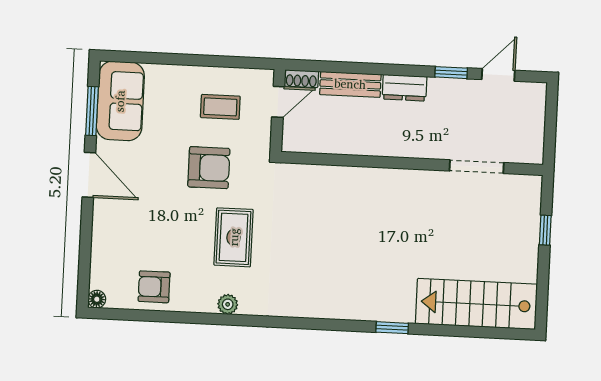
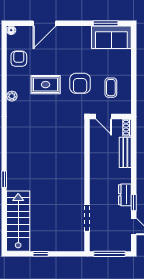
dresser: (404, 88) -> (125, 195), moved
door: (278, 102) -> (104, 116), moved
window: (550, 126) -> (110, 254), added
door: (89, 175) -> (44, 23), moved
window: (545, 230) -> (41, 254), moved
rug: (234, 237) -> (46, 85), moved

